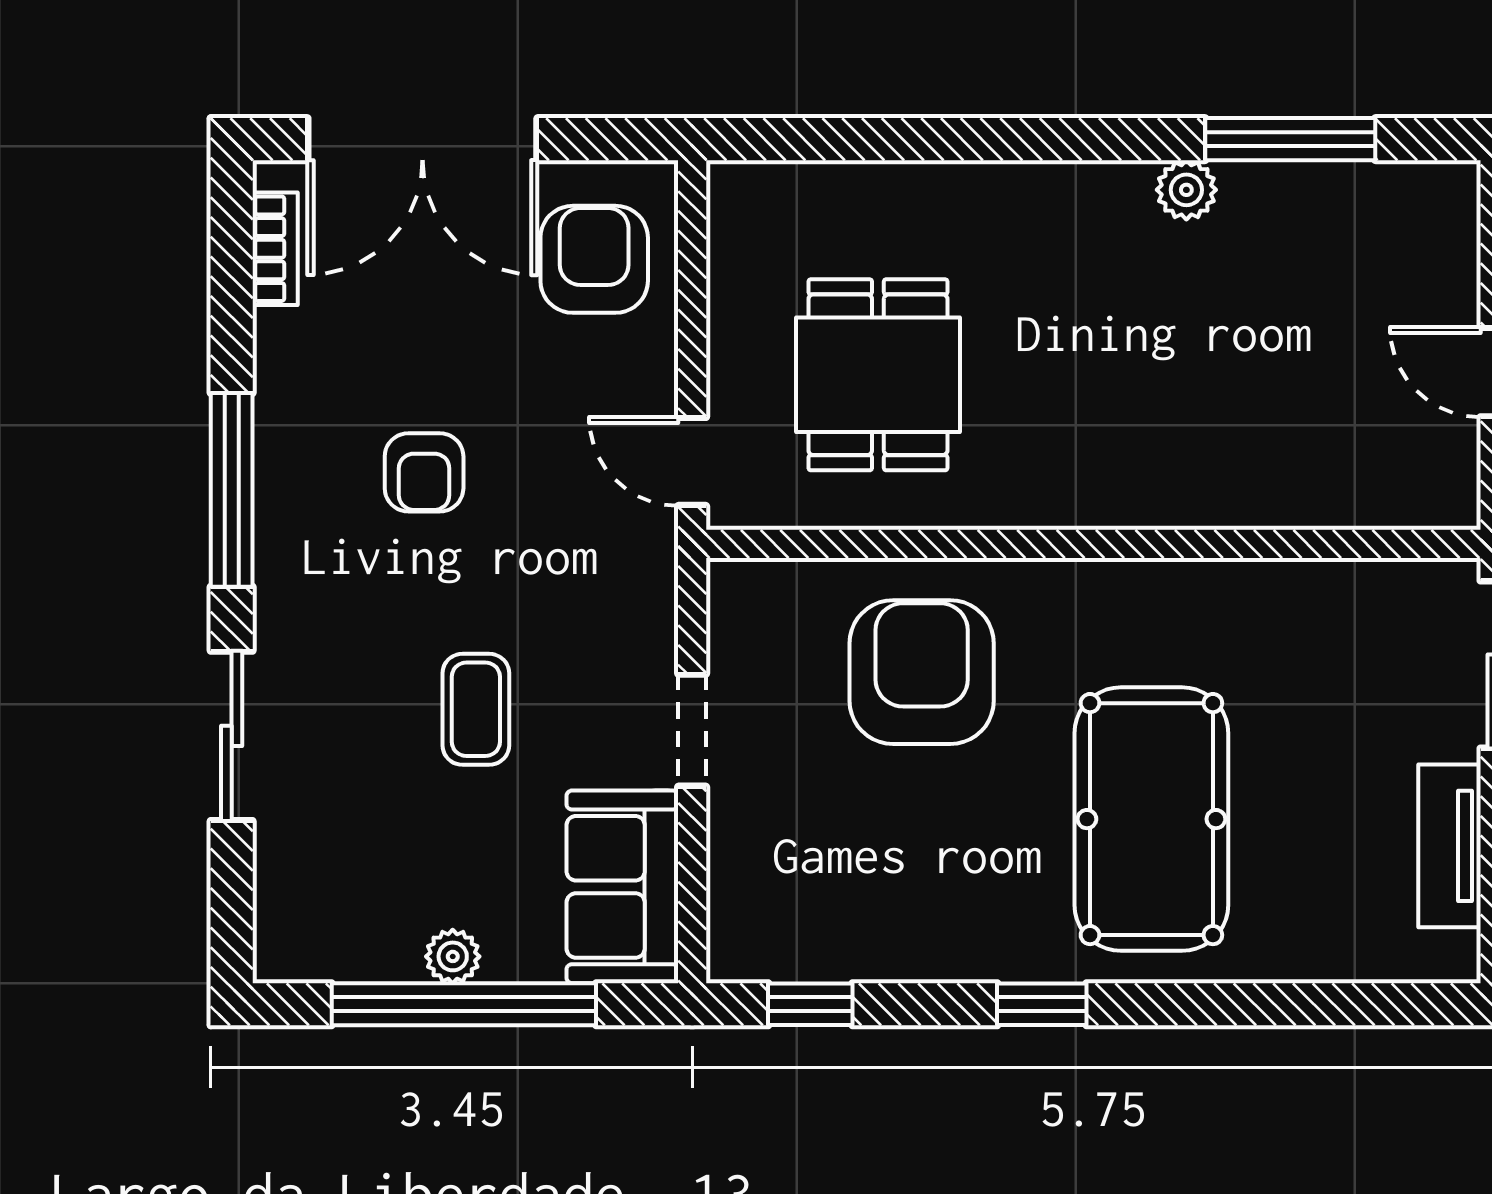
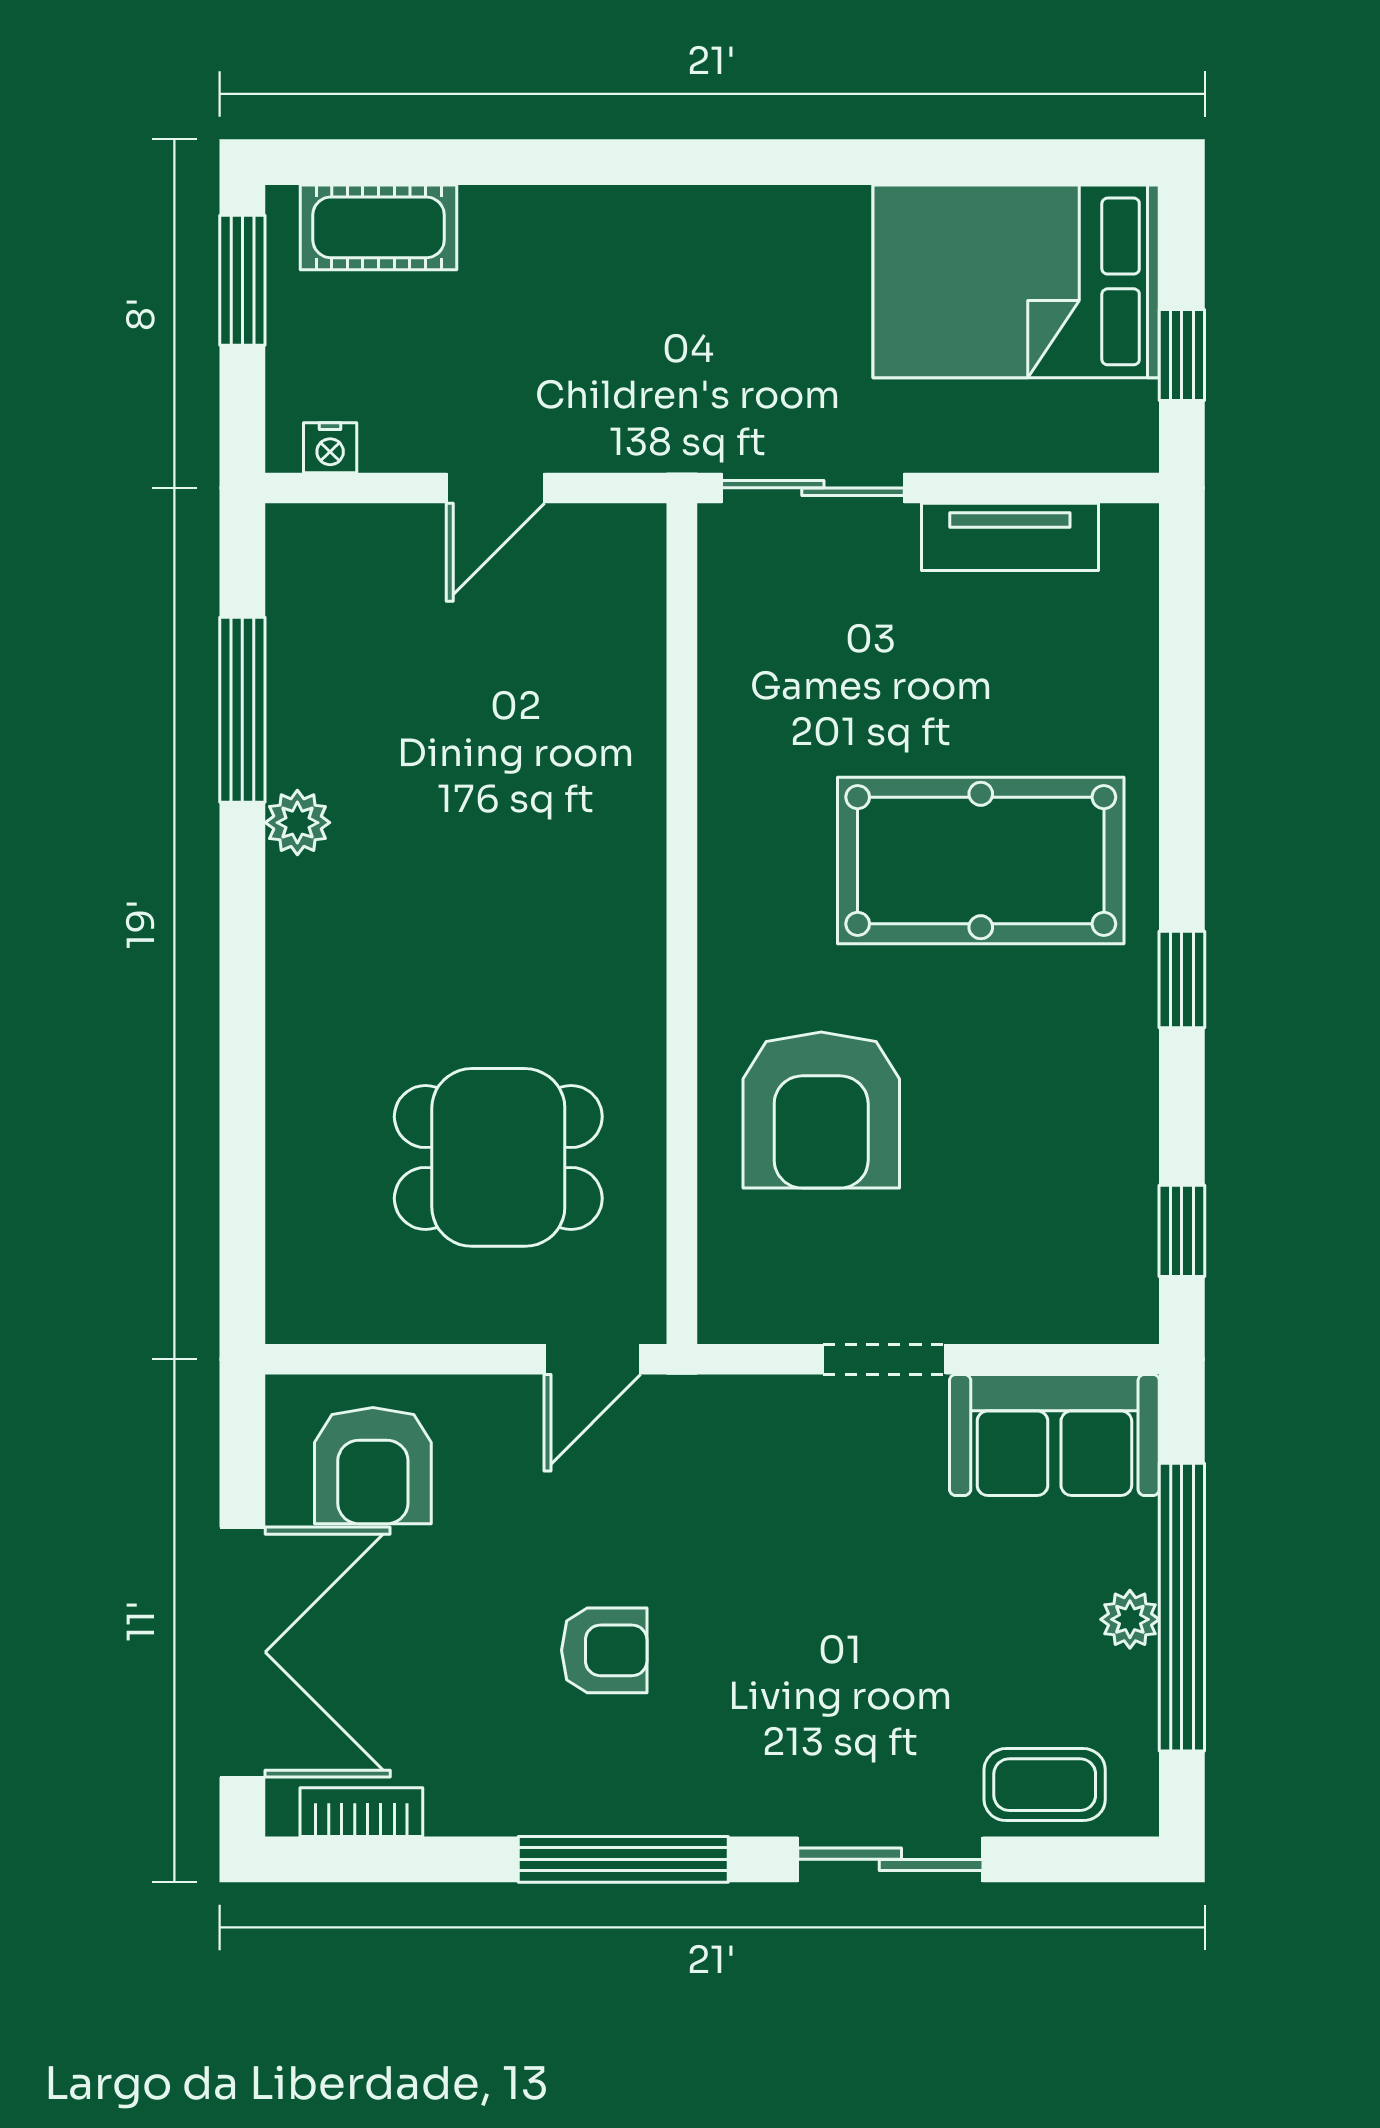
armchair: (594, 259) -> (373, 1466), turned -90
armchair: (922, 672) -> (821, 1110), turned -90
coffee table: (476, 709) -> (1045, 1785), moved

